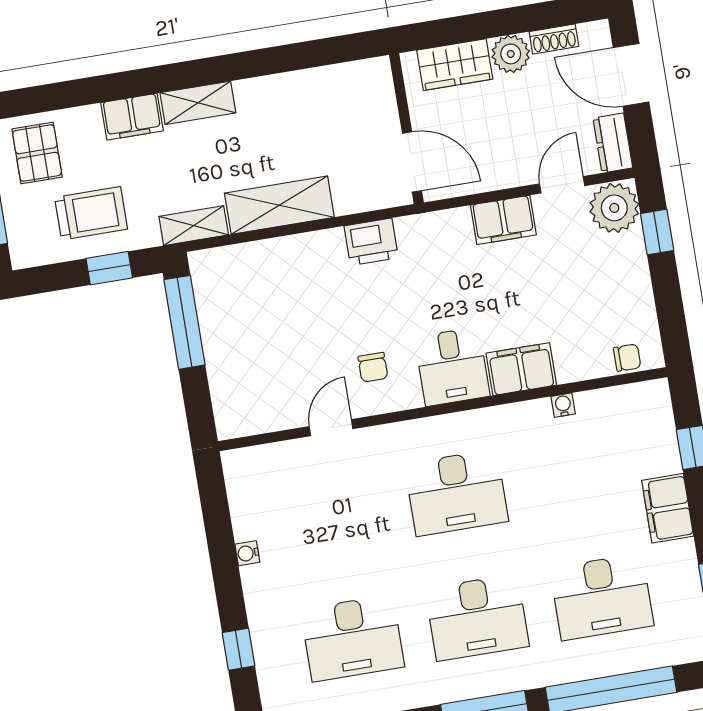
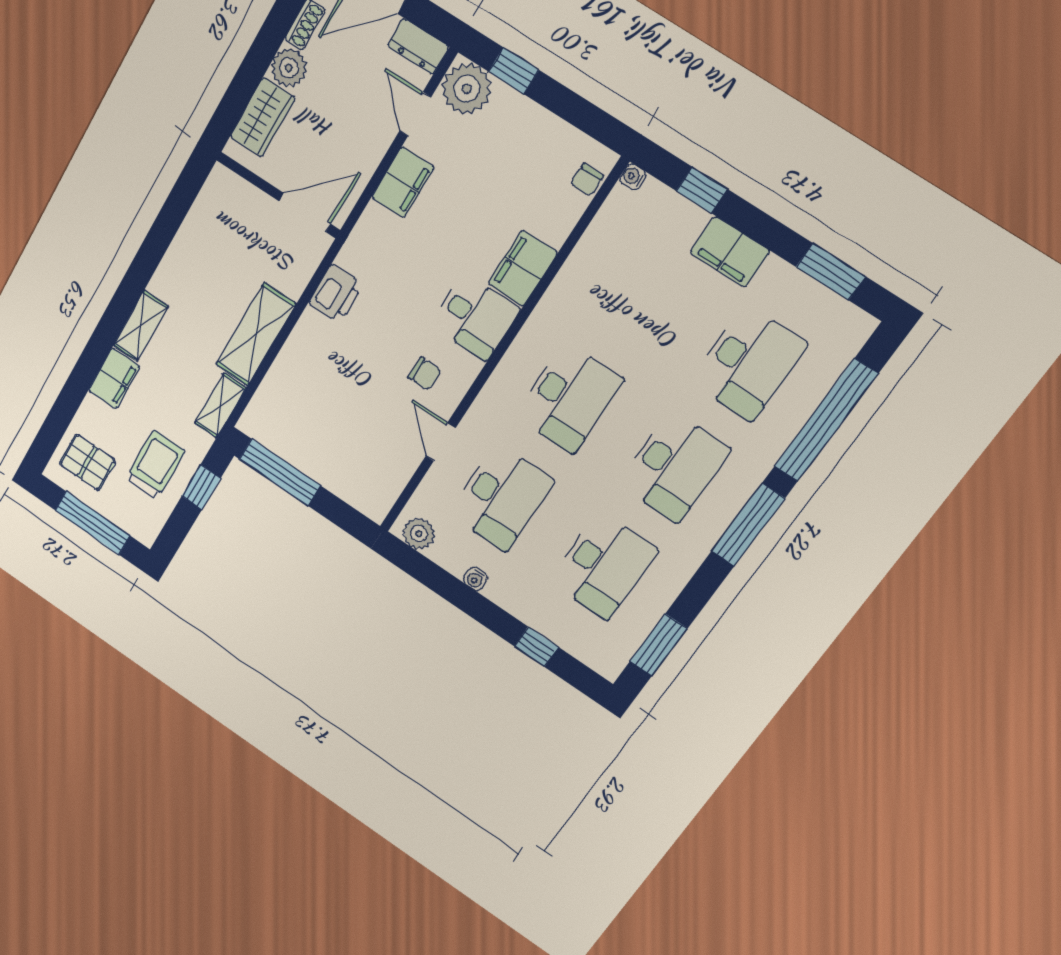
chair: (627, 358) -> (587, 180), turned 180
water cooler: (563, 405) -> (633, 177), moved
plant: (241, 477) -> (419, 534), added
desk: (332, 513) -> (501, 497), added

